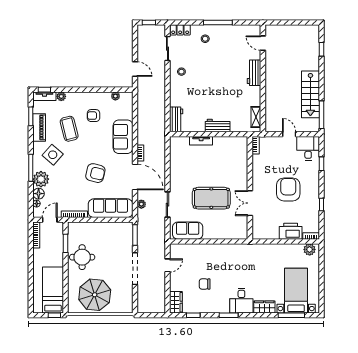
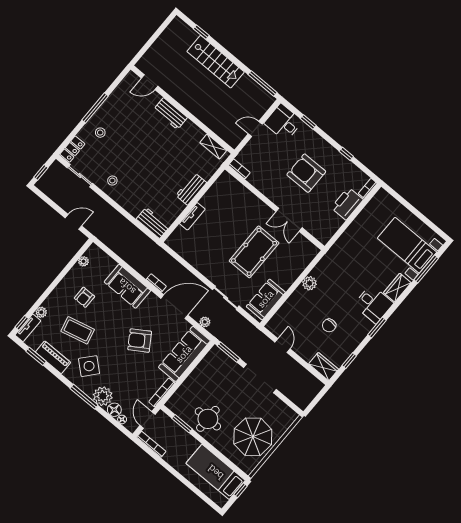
stairs: (310, 94) -> (216, 62), moved
armchair: (95, 173) -> (140, 341), turned -137
plant: (310, 249) -> (310, 283), moved

